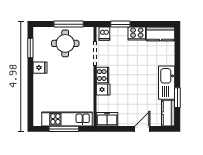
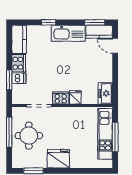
dishwasher: (104, 34) -> (19, 78), moved
window: (177, 63) -> (49, 22), added
fridge: (40, 68) -> (58, 159), width x1.88, depth x1.34
window: (177, 98) -> (95, 22), moved
door: (142, 129) -> (115, 46), moved

